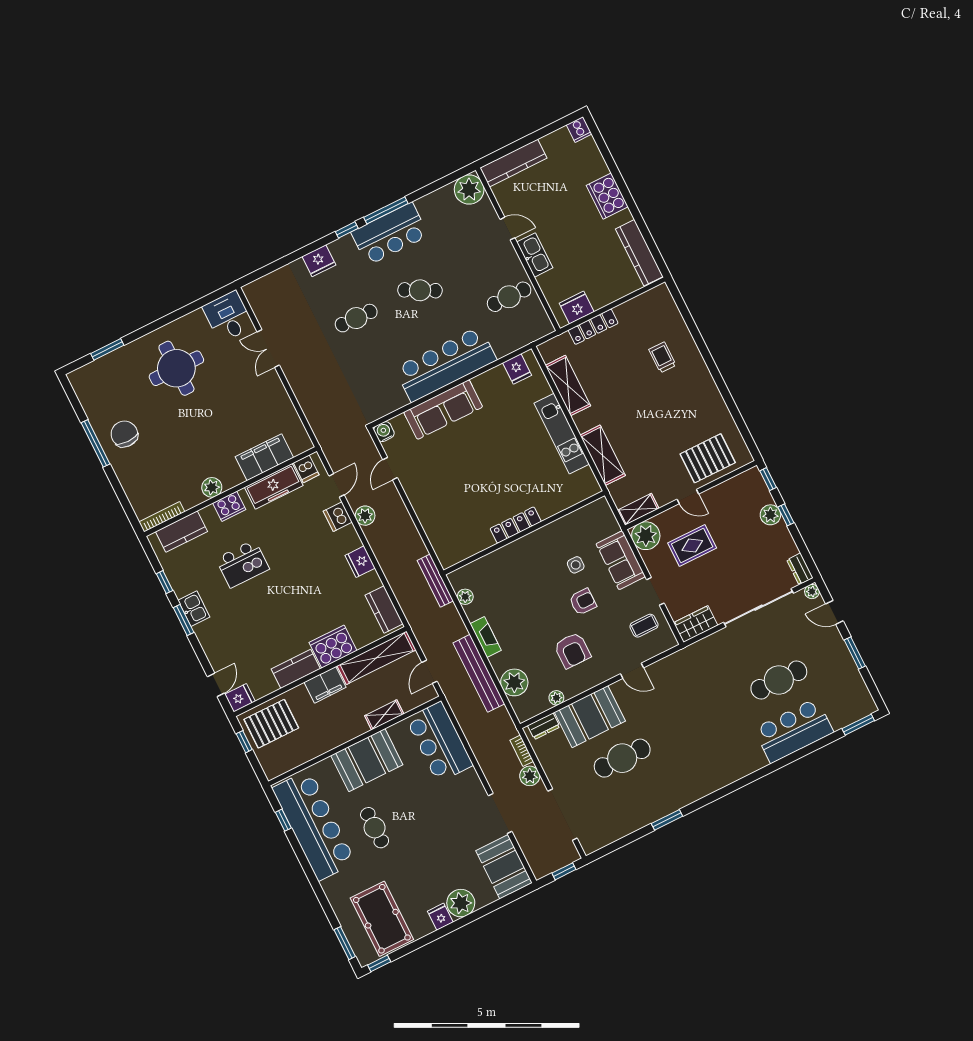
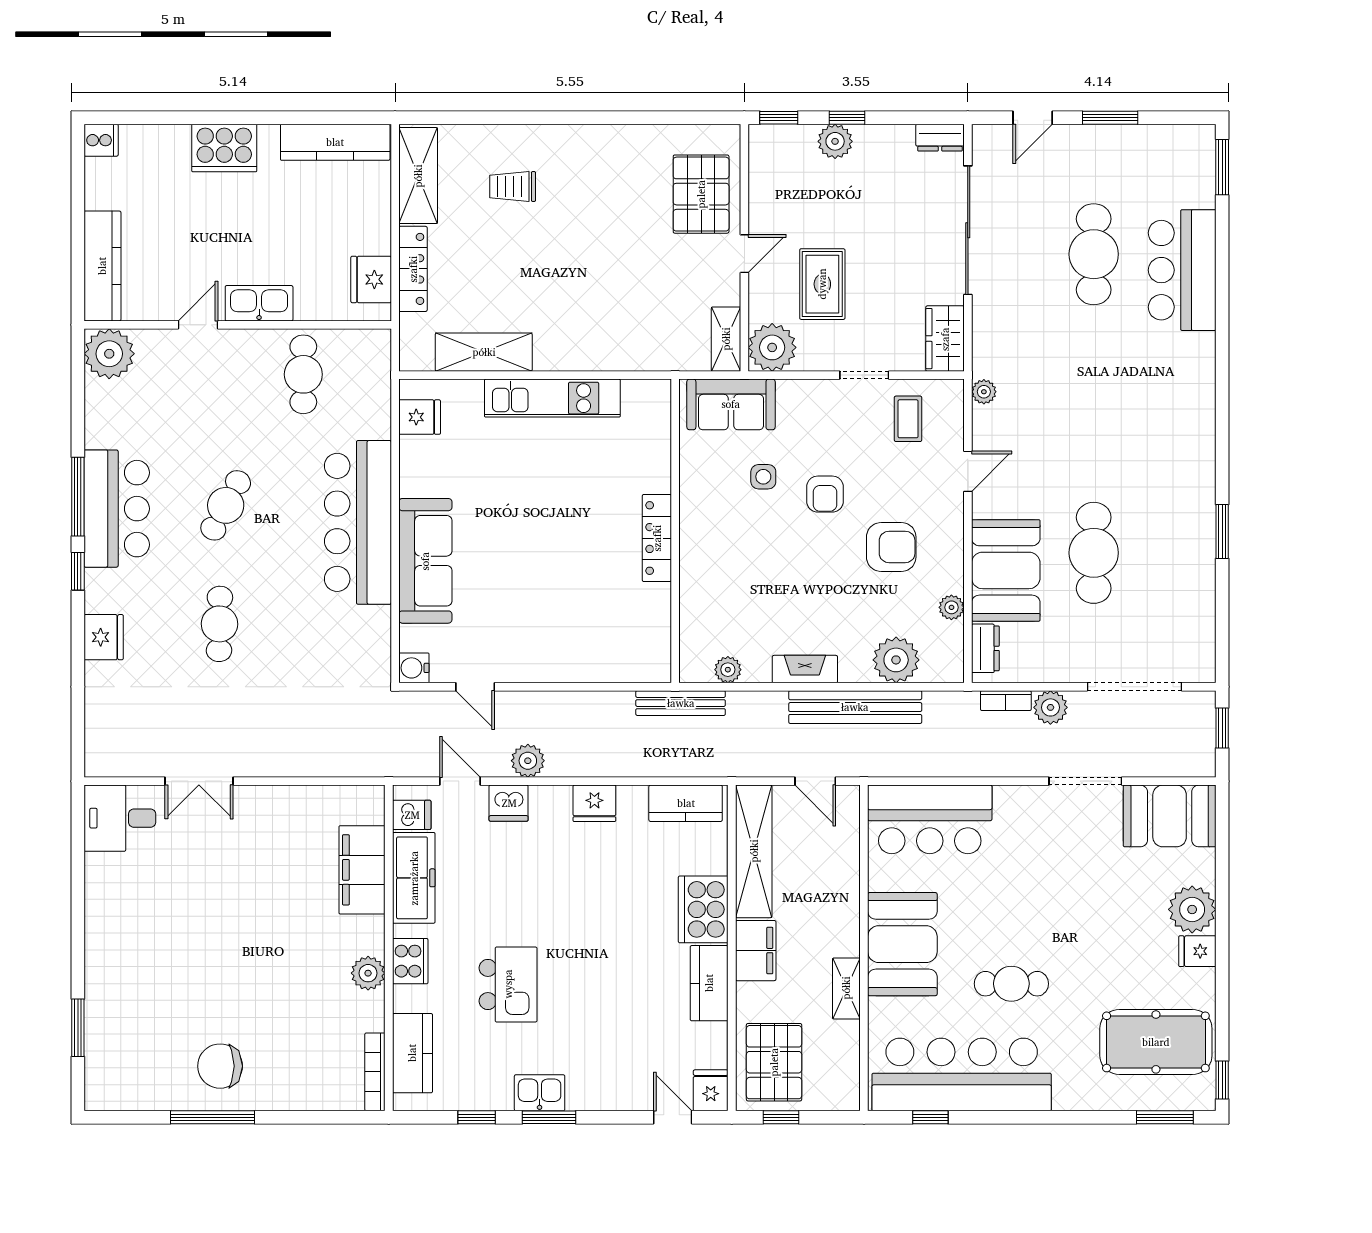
round table: (176, 368) -> (159, 937), removed
shelving: (603, 455) -> (418, 176), moved, turned 90
sofa: (621, 560) -> (731, 404), moved
plant: (812, 592) -> (984, 392), moved
armchair: (583, 602) -> (825, 494), turned 180
shelving: (384, 715) -> (846, 988), moved

